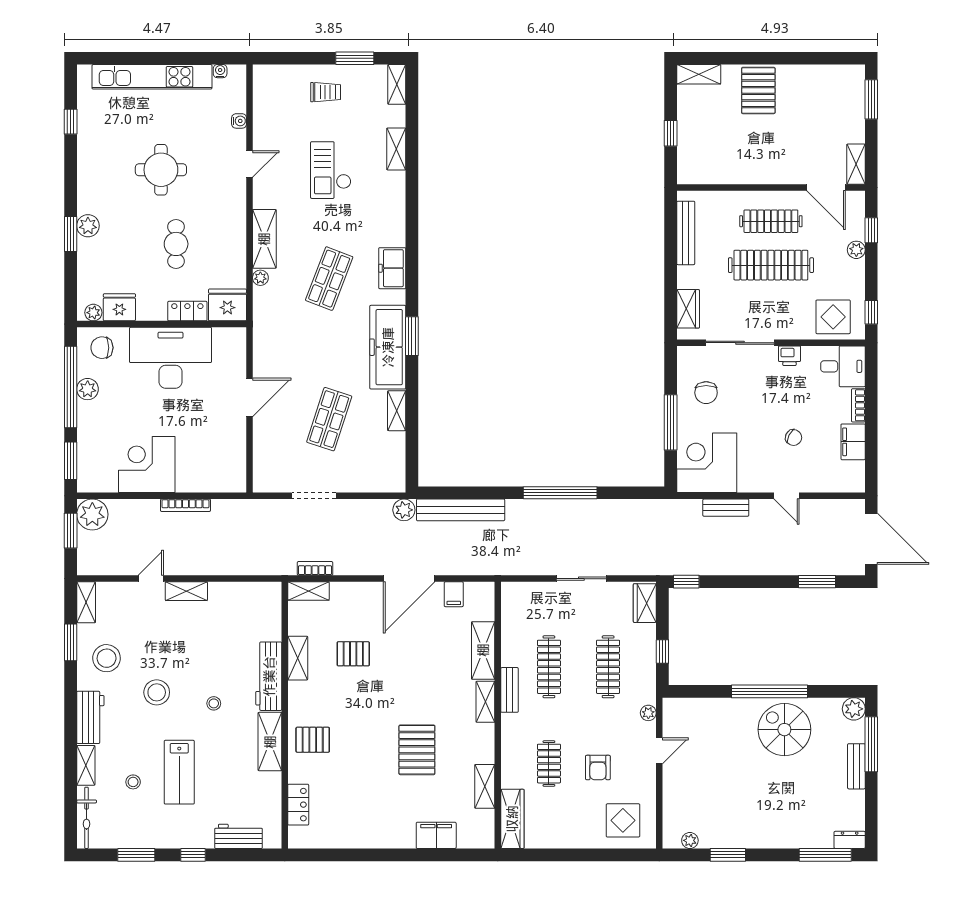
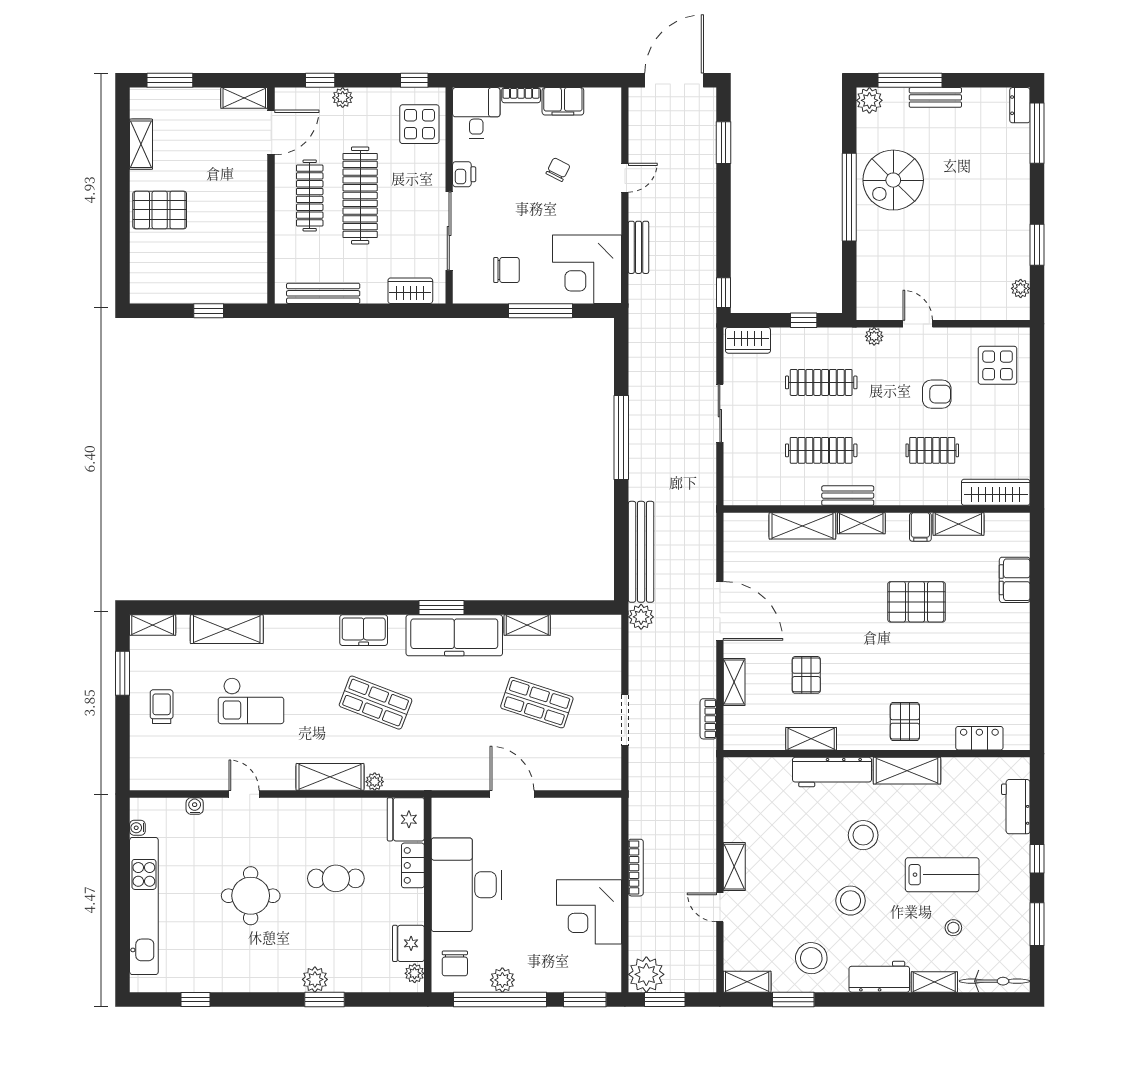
shelving: (699, 74) -> (141, 144), moved
shelving: (396, 149) -> (227, 629), width x1.50, depth x1.33
shelving: (308, 591) -> (734, 682), moved
filing cabinet: (454, 594) -> (920, 527), moved, turned 90
stool: (214, 703) -> (863, 835), width x1.89, depth x1.89

